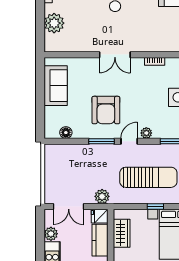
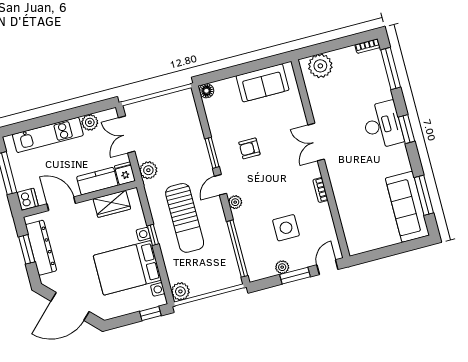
plant: (54, 23) -> (320, 66), moved
armchair: (106, 110) -> (249, 148), width x0.53, depth x0.53
floor lamp: (66, 133) -> (206, 91), moved
door: (129, 141) -> (220, 185), swing flipped

